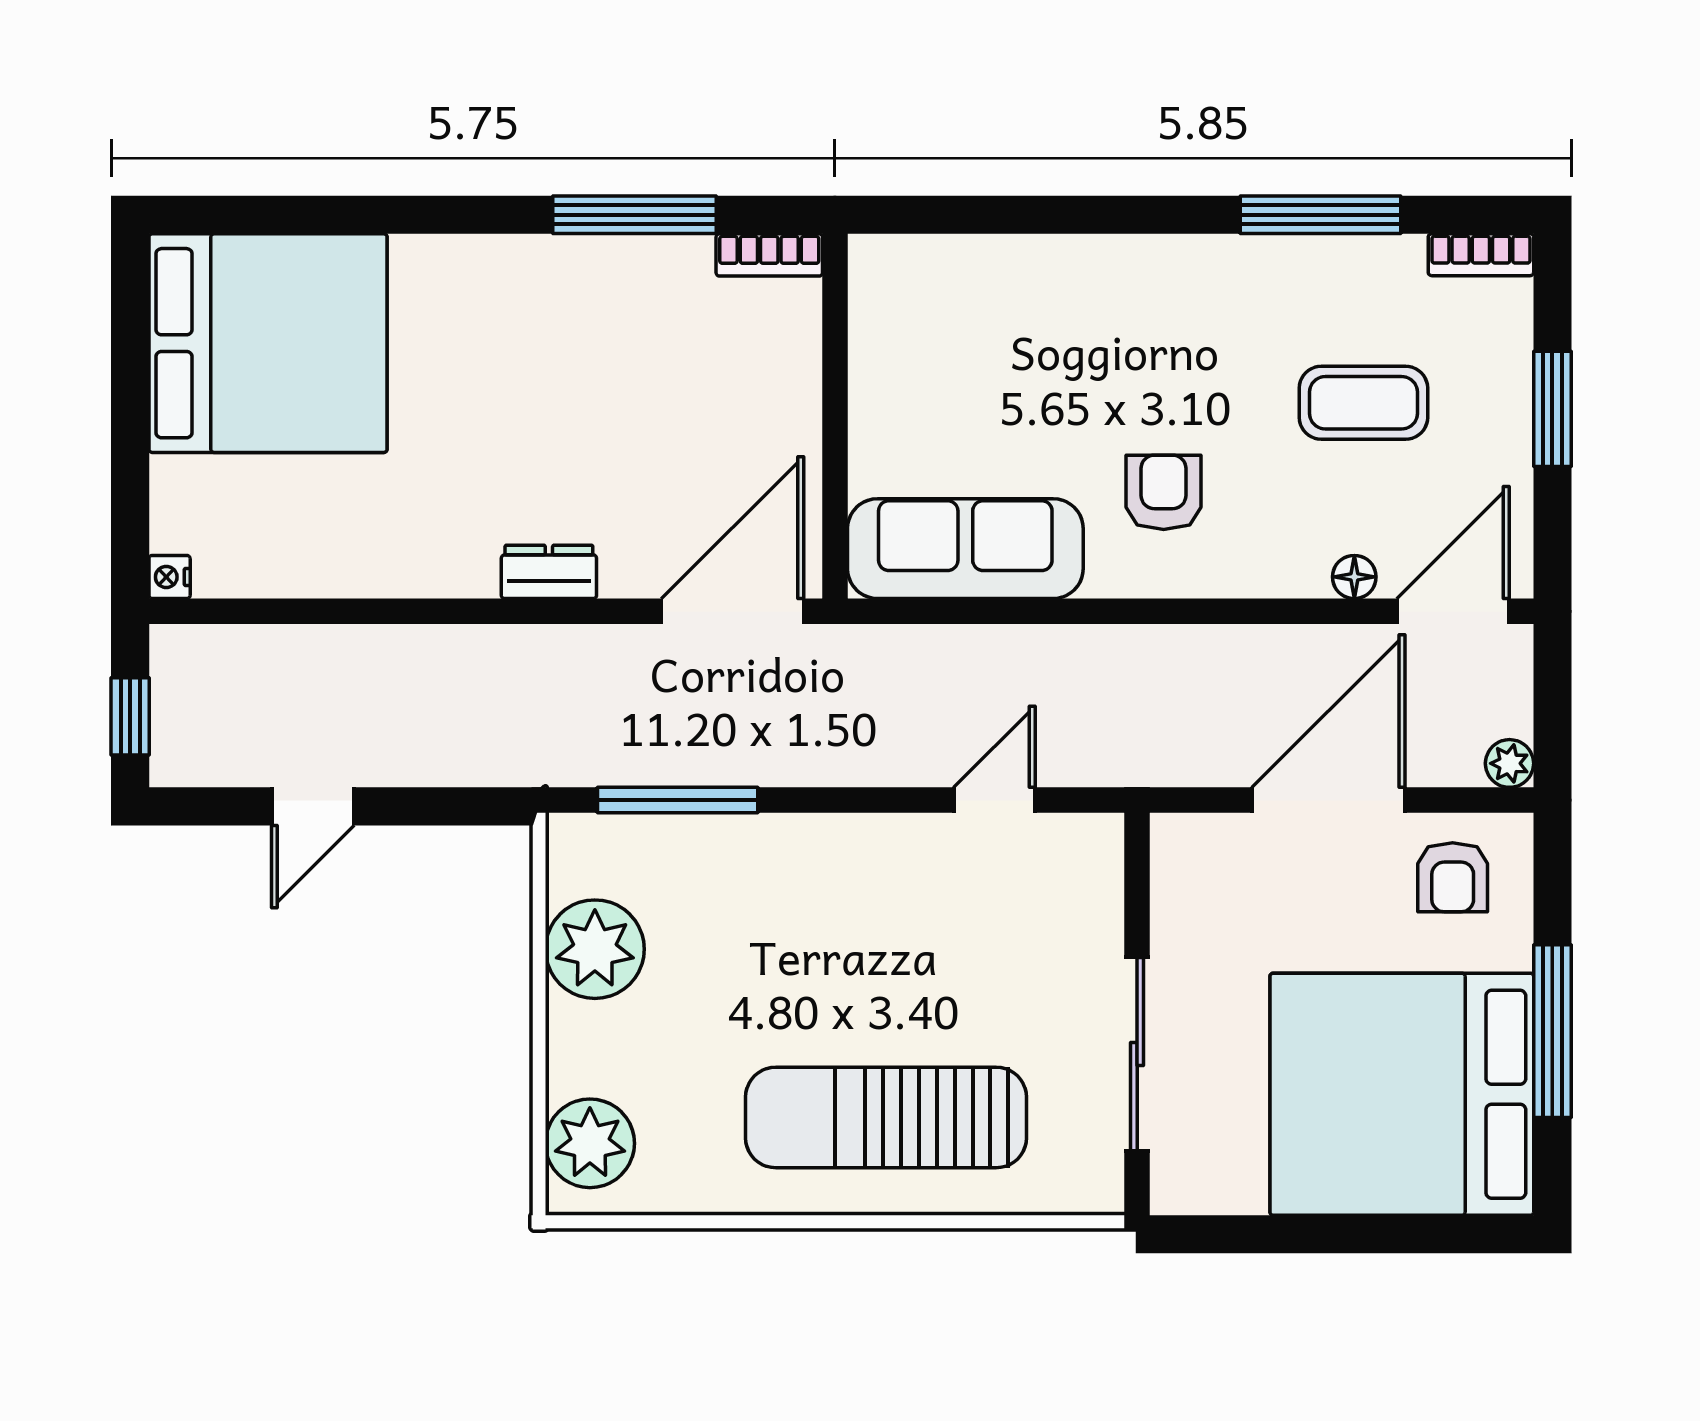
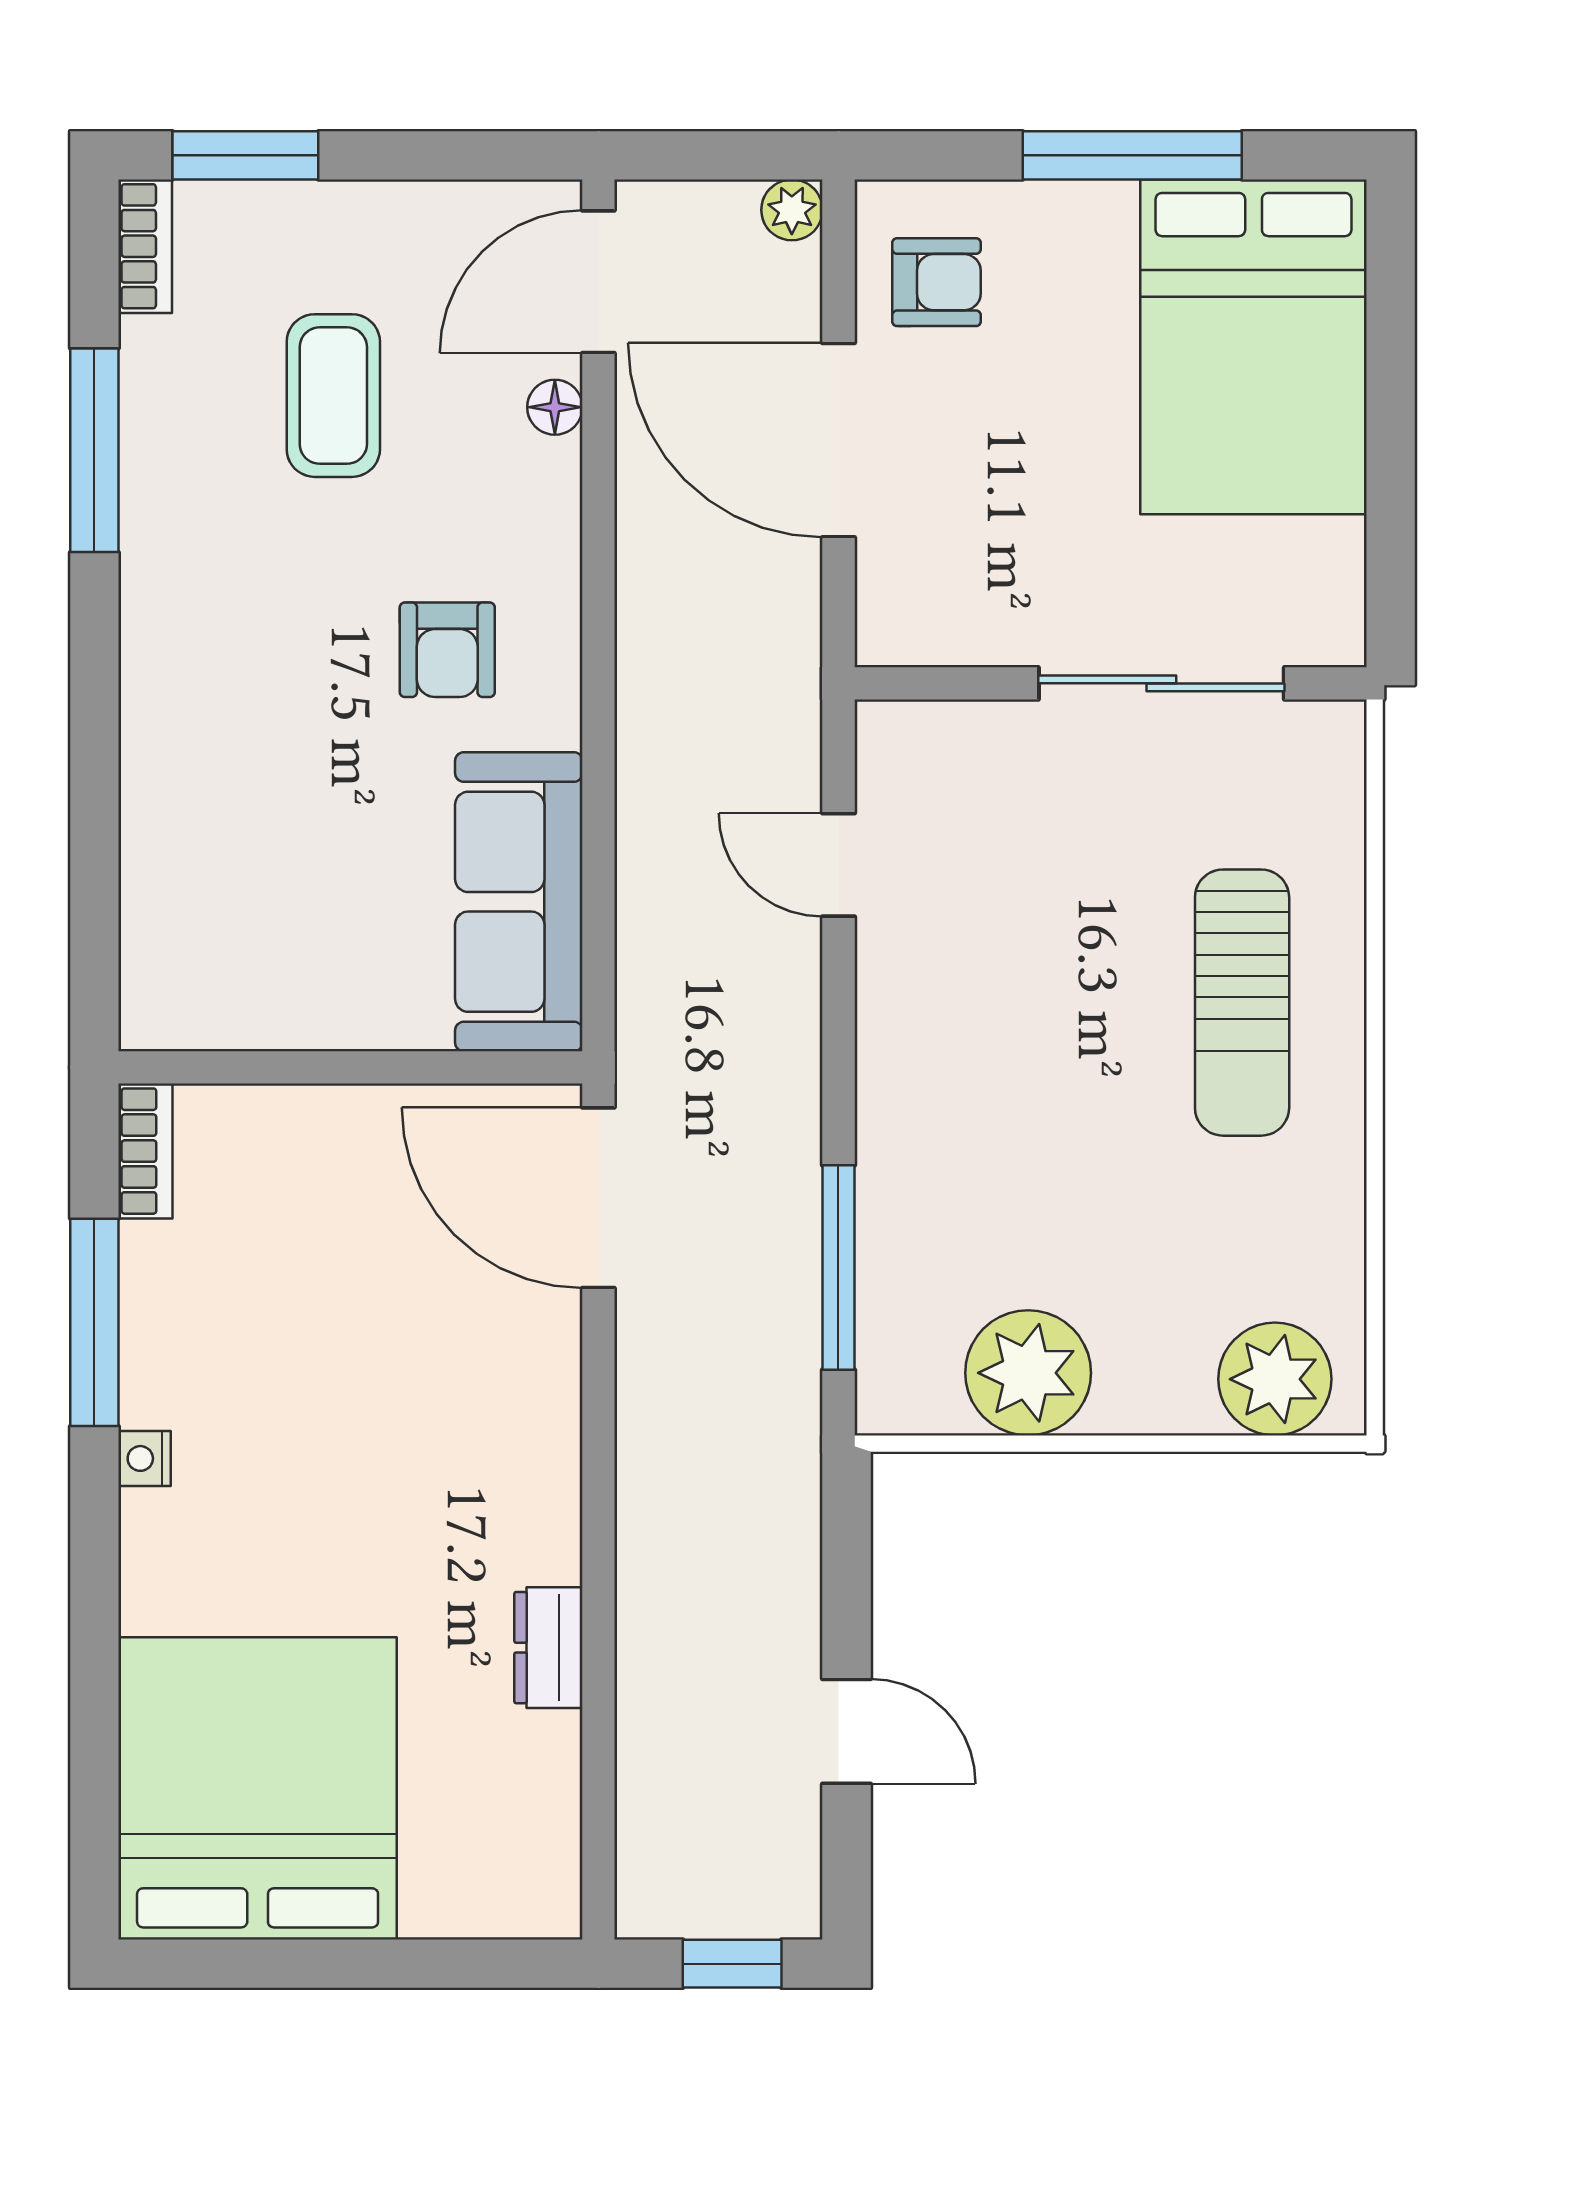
window: (1552, 409) -> (245, 155), moved
armchair: (1164, 492) -> (447, 650), turned -90
dresser: (549, 572) -> (548, 1648), moved
nightstand: (170, 577) -> (144, 1458), moved, turned 90
door: (1453, 611) -> (598, 282), hinge flipped
bed: (1402, 1094) -> (1254, 347), width x0.73
sun lounger: (886, 1117) -> (1242, 1003), width x0.73, depth x0.75

